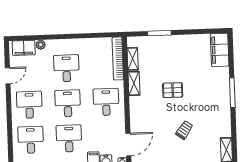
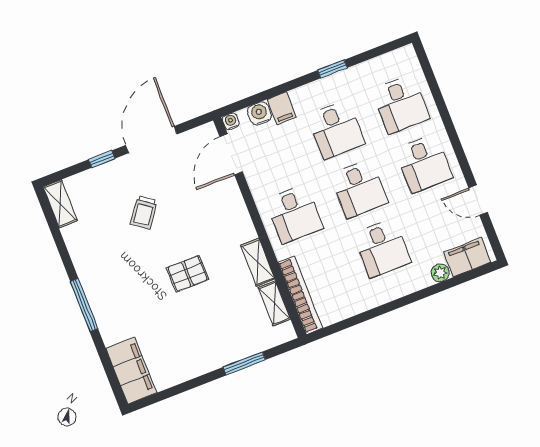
door: (8, 76) -> (478, 200), hinge flipped

